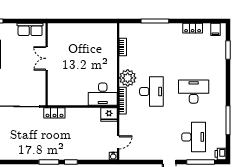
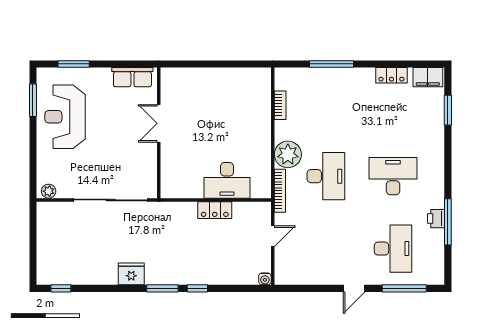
filing cabinet: (215, 29) -> (428, 77), width x2.00
desk: (103, 94) -> (227, 180), moved
locker: (54, 113) -> (215, 210), moved
fridge: (109, 114) -> (131, 274), moved, turned 180
door: (118, 142) -> (273, 236), moved
printer: (221, 154) -> (436, 219), moved

